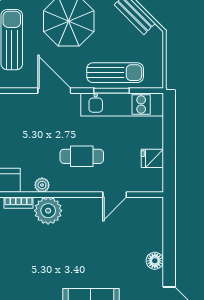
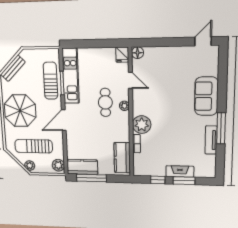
fridge: (152, 158) -> (122, 55), moved
plant: (42, 185) -> (124, 106), moved
floor lamp: (155, 261) -> (138, 53), moved

